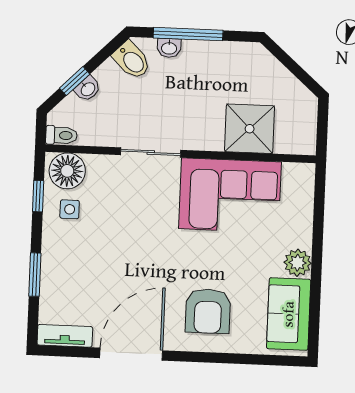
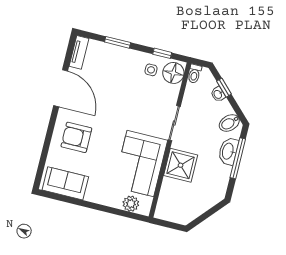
washbasin: (169, 48) -> (228, 151), width x1.91, depth x1.45
shower: (250, 129) -> (181, 165), moved
plant: (298, 263) -> (131, 204), moved

